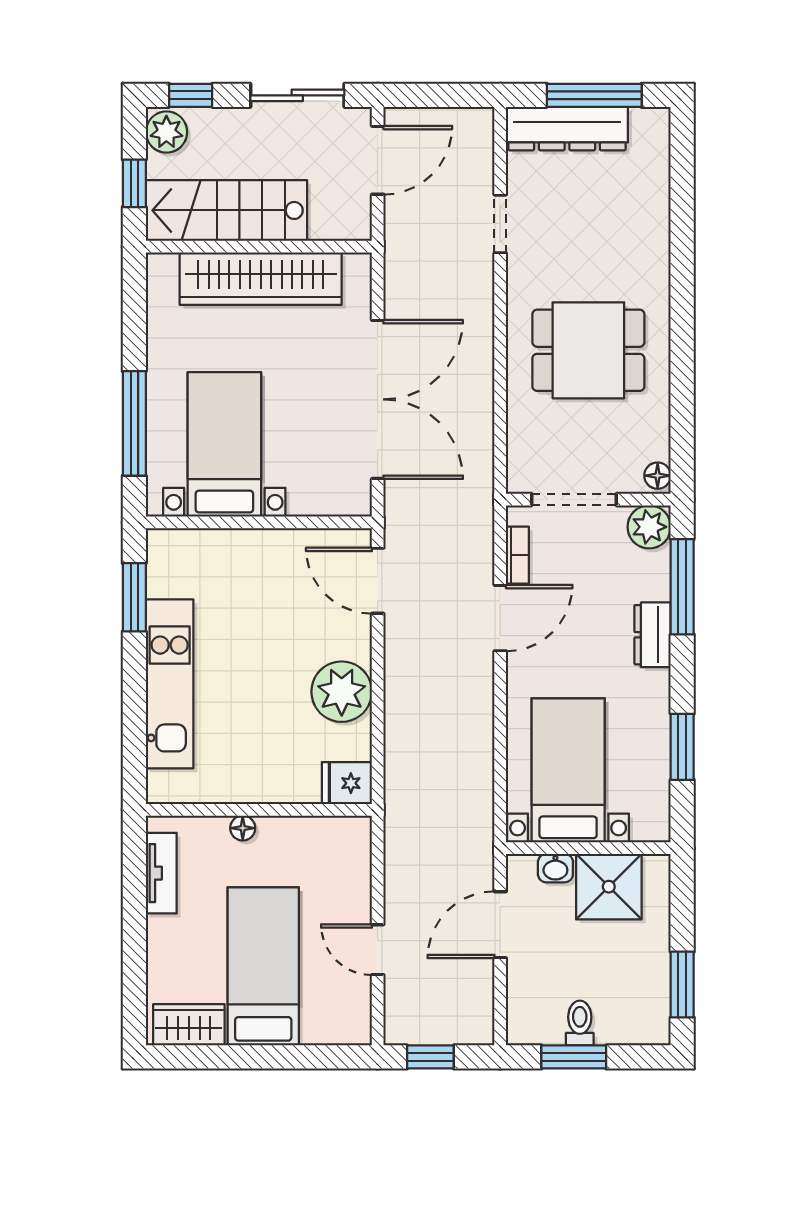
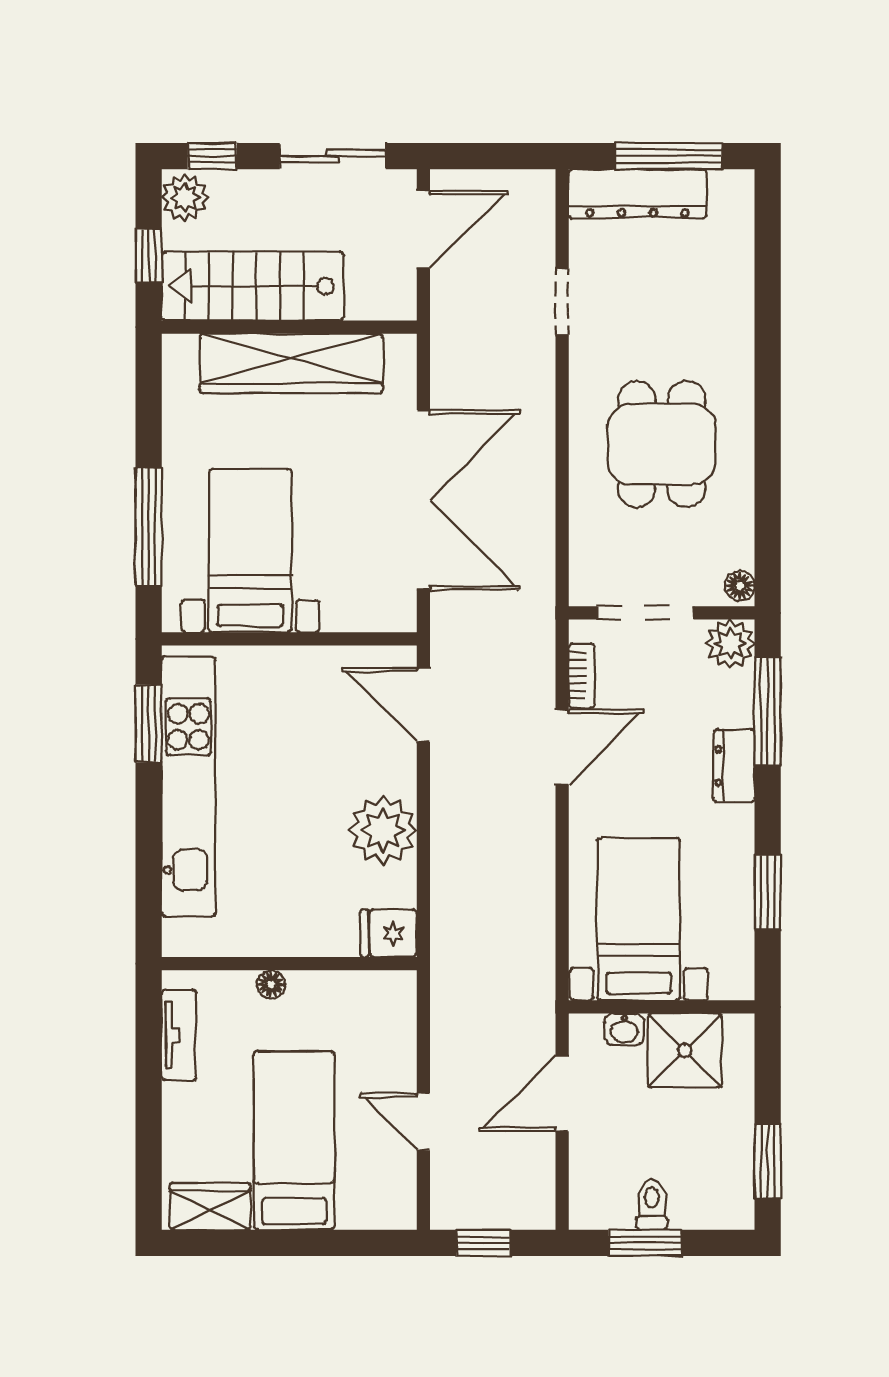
dining table: (588, 350) -> (662, 444), turned 90
kitchen unit: (170, 684) -> (188, 787), width x1.36

